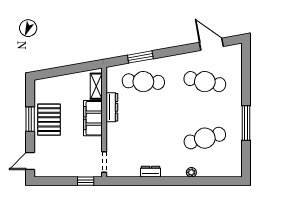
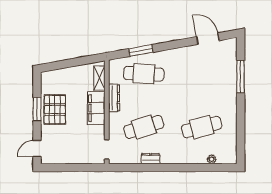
cafe table: (205, 82) -> (144, 127), moved, turned -30
window: (246, 123) -> (241, 77), moved
plant: (191, 172) -> (212, 159), moved
window: (86, 181) -> (89, 168), removed

